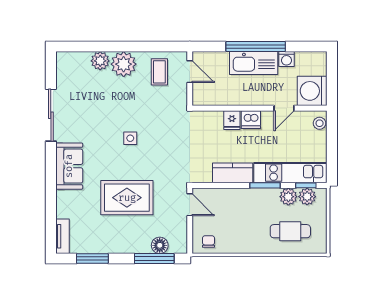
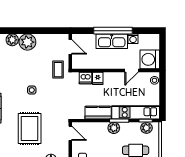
coffee table: (159, 72) -> (58, 70), moved
dishwasher: (251, 120) -> (85, 78), moved
plant: (288, 197) -> (114, 128), moved
rug: (127, 198) -> (30, 129), turned 90

